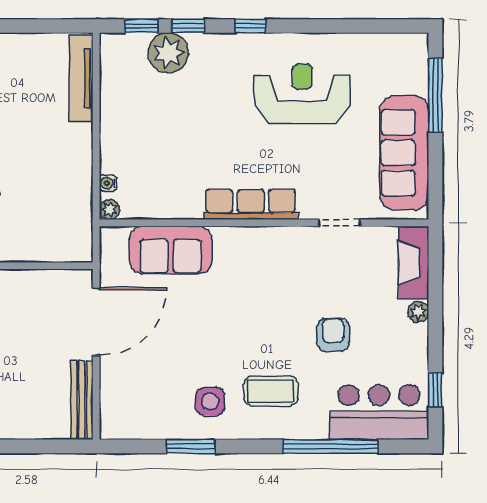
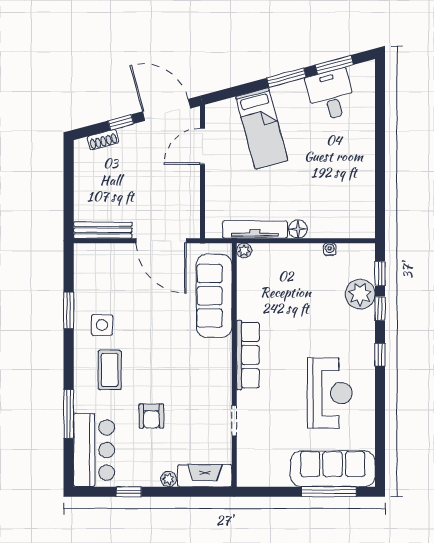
tv unit: (81, 79) -> (255, 230), moved
floor lamp: (81, 137) -> (298, 229), added
sofa: (404, 153) -> (333, 469), moved
water cooler: (108, 183) -> (330, 249), moved
sofa: (171, 250) -> (214, 296), width x1.36
armchair: (333, 335) -> (151, 416), turned 90
window: (435, 390) -> (129, 492), moved
window: (330, 446) -> (69, 414), width x0.68

